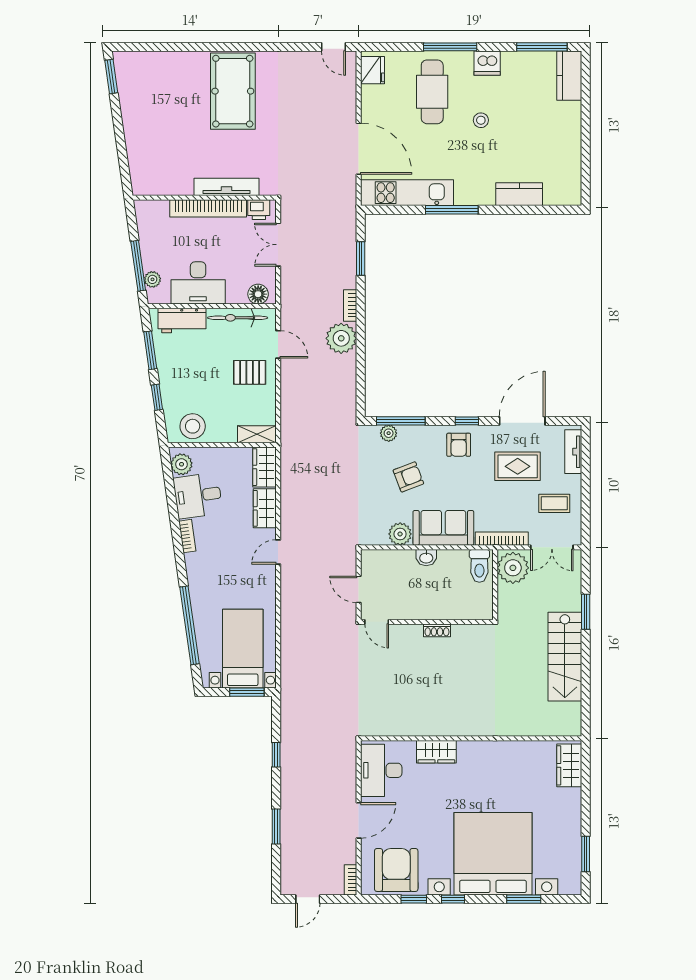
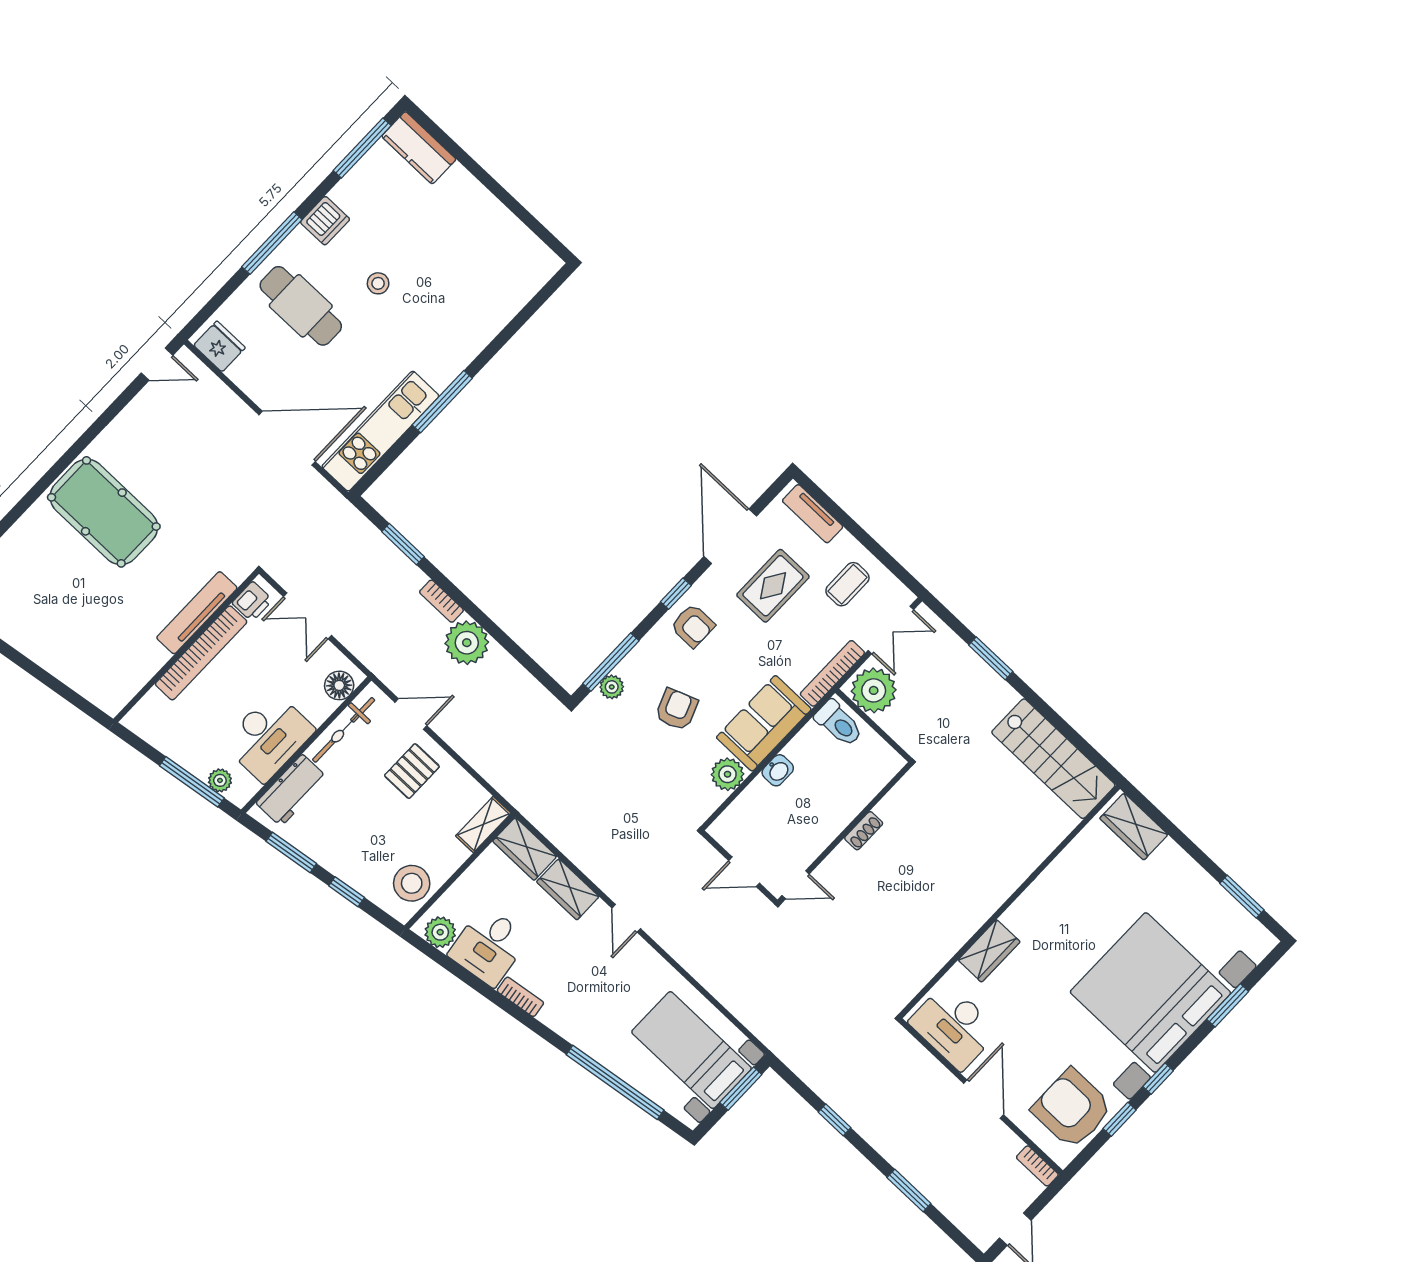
kitchen counter: (519, 194) -> (492, 316), removed
stairs: (565, 657) -> (1053, 759), moved

